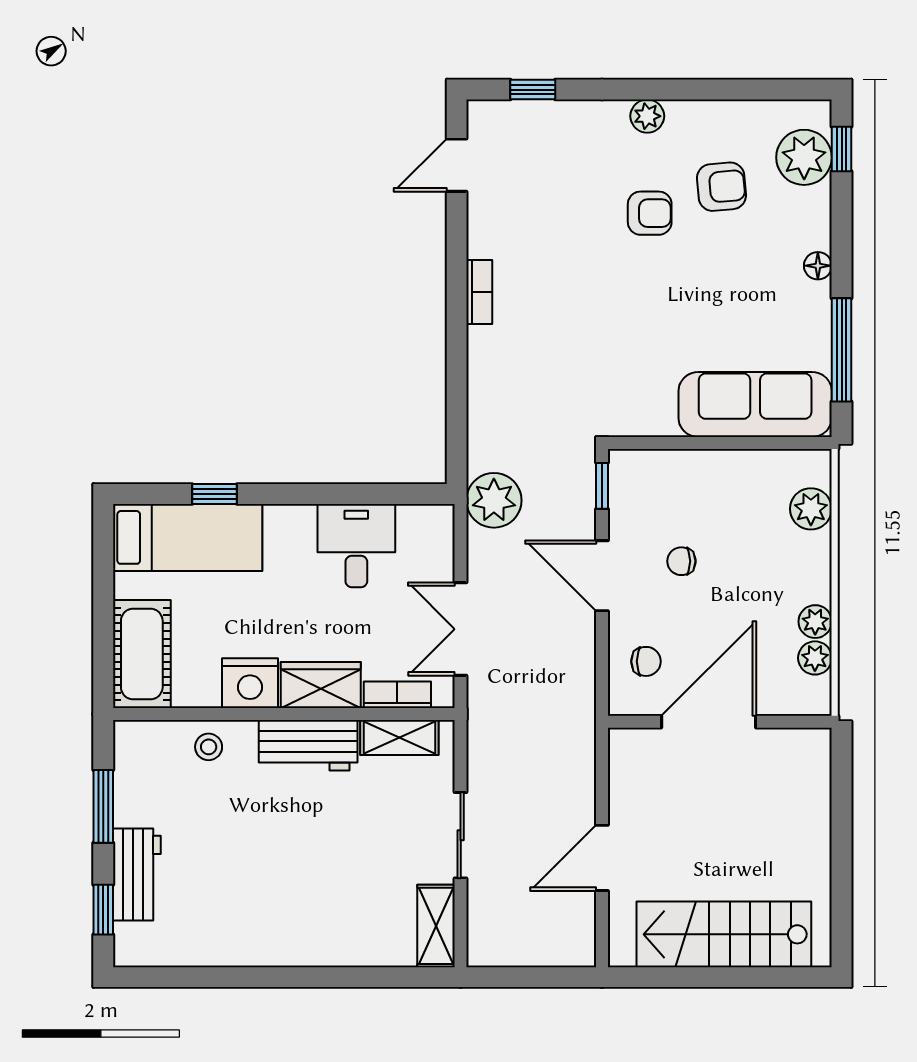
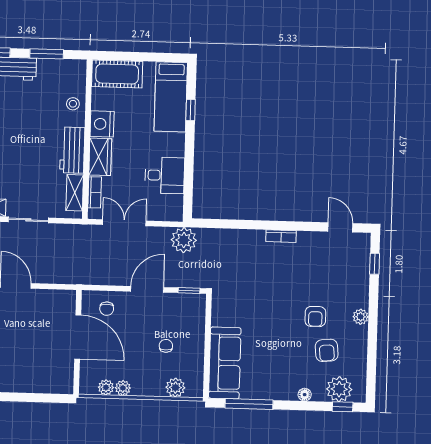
floor lamp: (818, 266) -> (305, 395), moved
chair: (681, 561) -> (166, 346), moved

